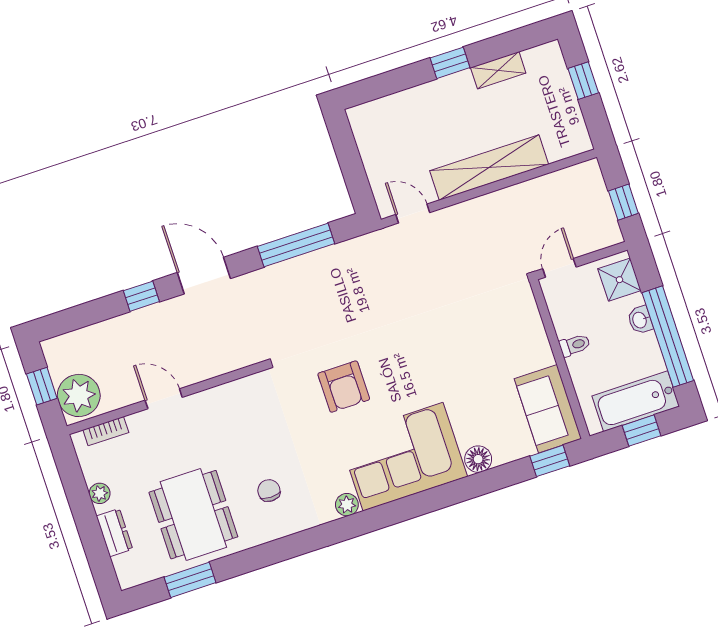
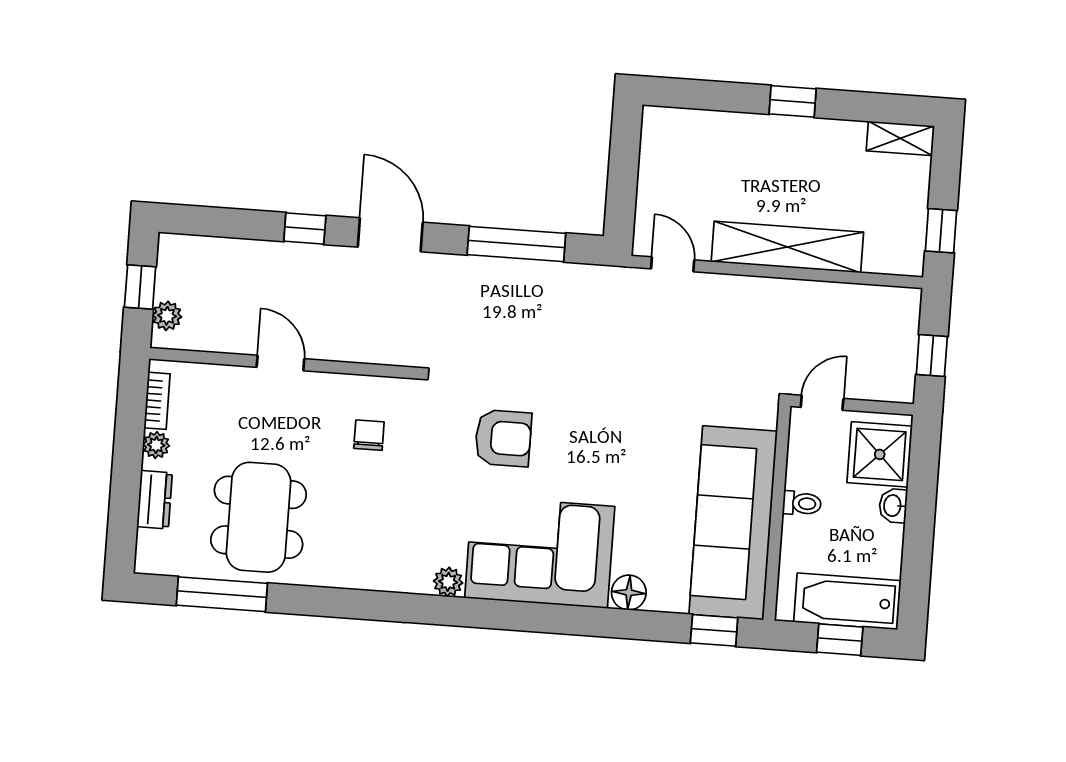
shelving: (498, 70) -> (900, 138), moved
window: (583, 81) -> (941, 231), moved
shower: (619, 280) -> (880, 454), width x1.36, depth x1.36
window: (668, 337) -> (918, 539), removed
armchair: (344, 387) -> (503, 438), turned -90
plant: (79, 395) -> (167, 316), width x0.53, depth x0.53
sofa: (548, 409) -> (733, 523), width x1.85, depth x1.27
bookcase: (106, 431) -> (157, 401), moved, turned -90
chair: (269, 491) -> (369, 435), moved
window: (190, 580) -> (222, 594), width x1.44

